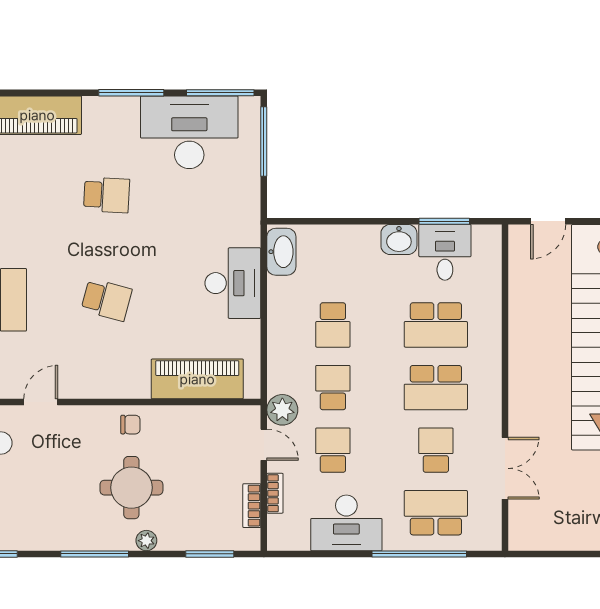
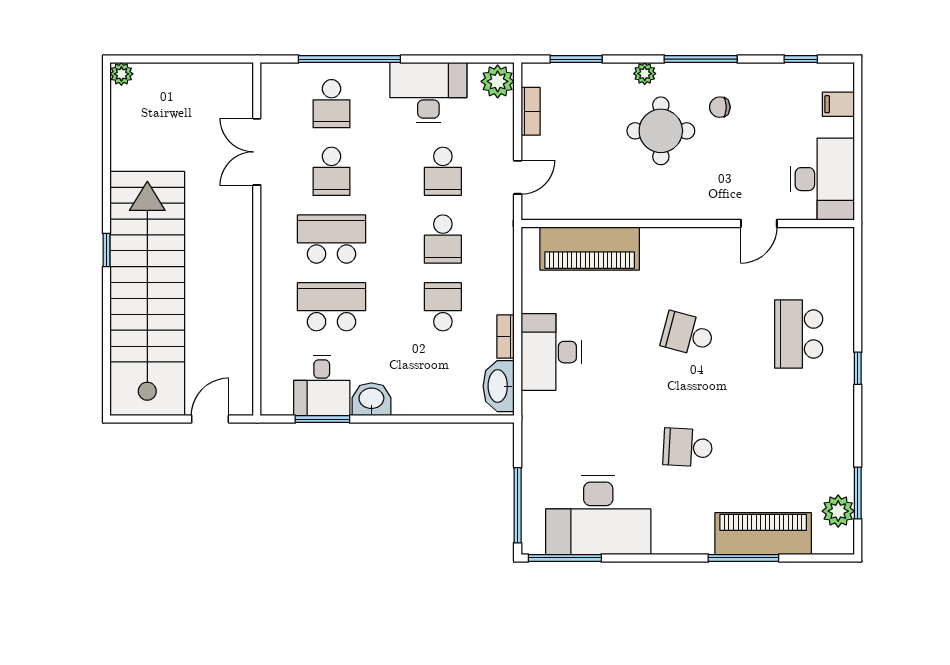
window: (131, 93) -> (743, 558), moved
plant: (282, 410) -> (498, 81), moved
chair: (130, 425) -> (720, 107), moved
door: (264, 445) -> (518, 177), swing flipped
bookcase: (275, 493) -> (506, 337), moved
school desk: (436, 513) -> (332, 104), width x0.54

